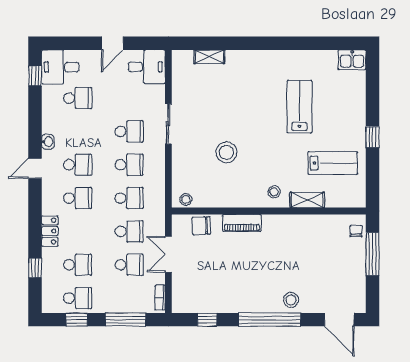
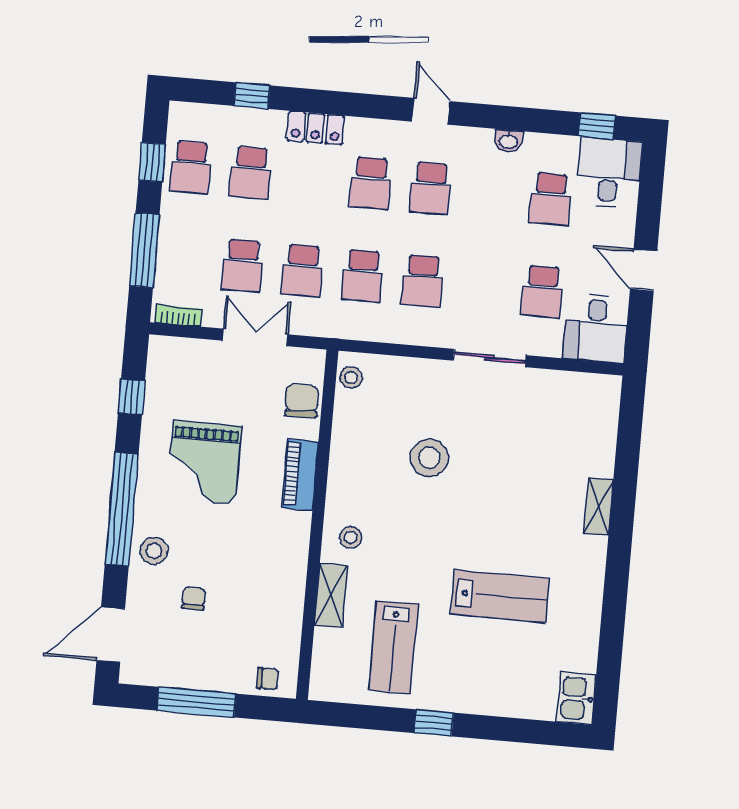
shelving: (209, 57) -> (598, 507), moved
school desk: (129, 131) -> (542, 291), moved
washbasin: (48, 142) -> (508, 141), moved
window: (372, 254) -> (196, 702), moved
grand piano: (240, 276) -> (204, 463), added
chair: (315, 276) -> (194, 598), added

